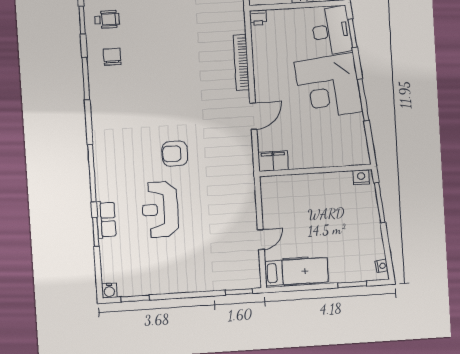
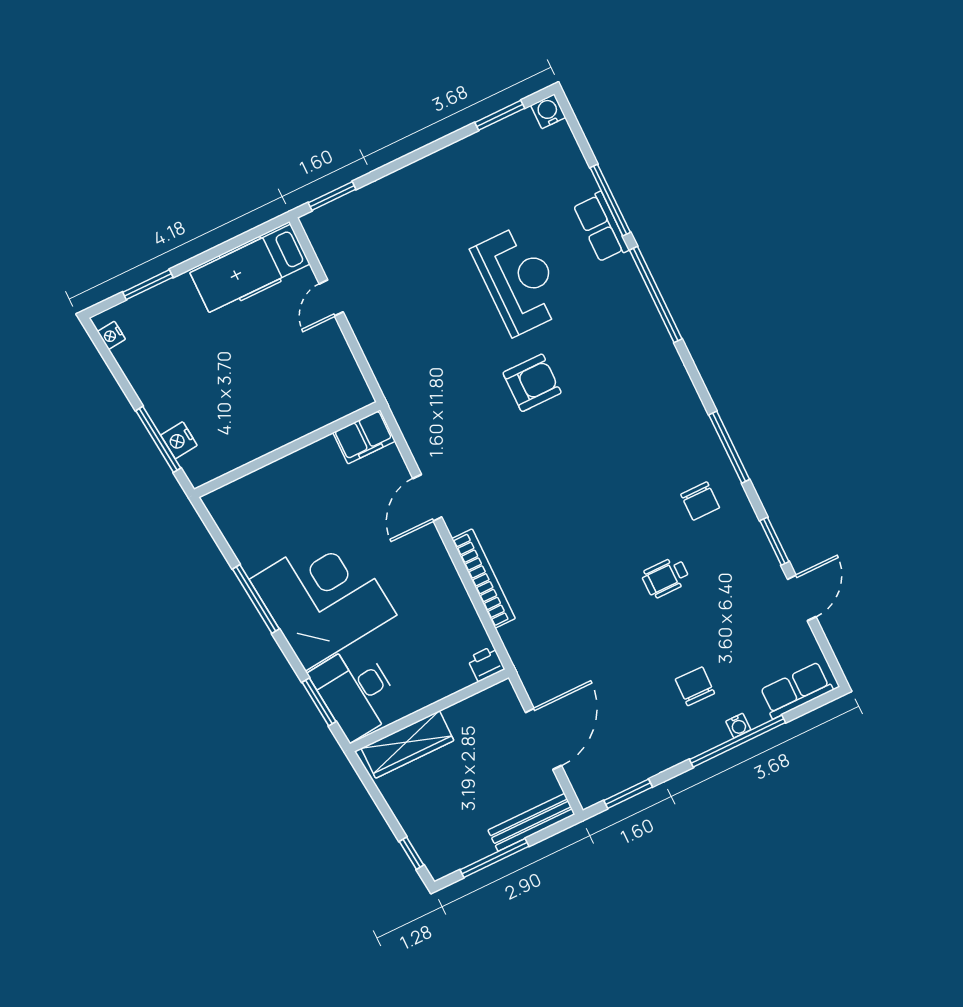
wheelchair: (107, 19) -> (666, 577), moved
nightstand: (361, 177) -> (179, 440), moved, turned 84
window: (96, 232) -> (610, 200), width x1.44

